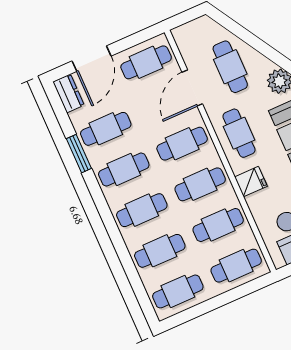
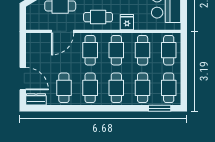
cafe table: (146, 62) -> (38, 50), removed
door: (192, 88) -> (63, 31), hinge flipped
window: (79, 154) -> (160, 108), moved

